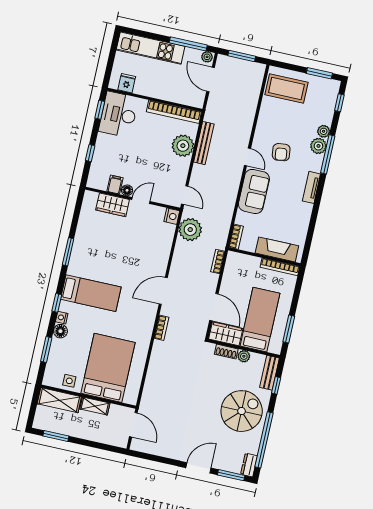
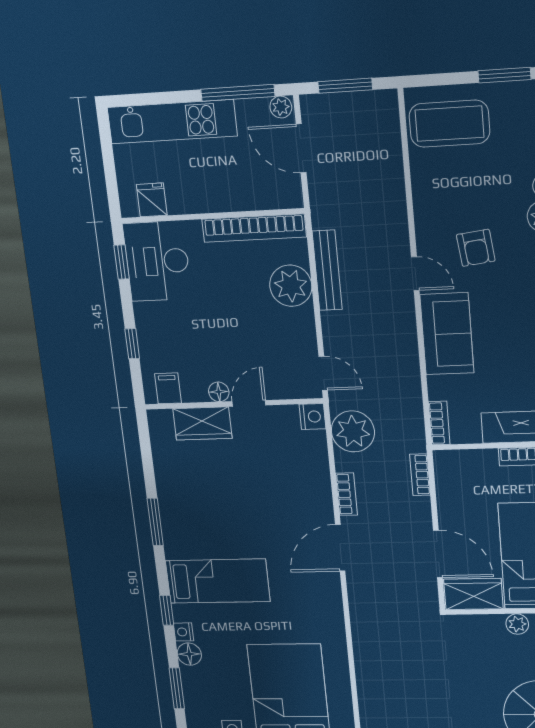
filing cabinet: (115, 185) -> (168, 388), moved
bookcase: (161, 328) -> (346, 494), moved
shoe rack: (226, 352) -> (484, 623), removed

